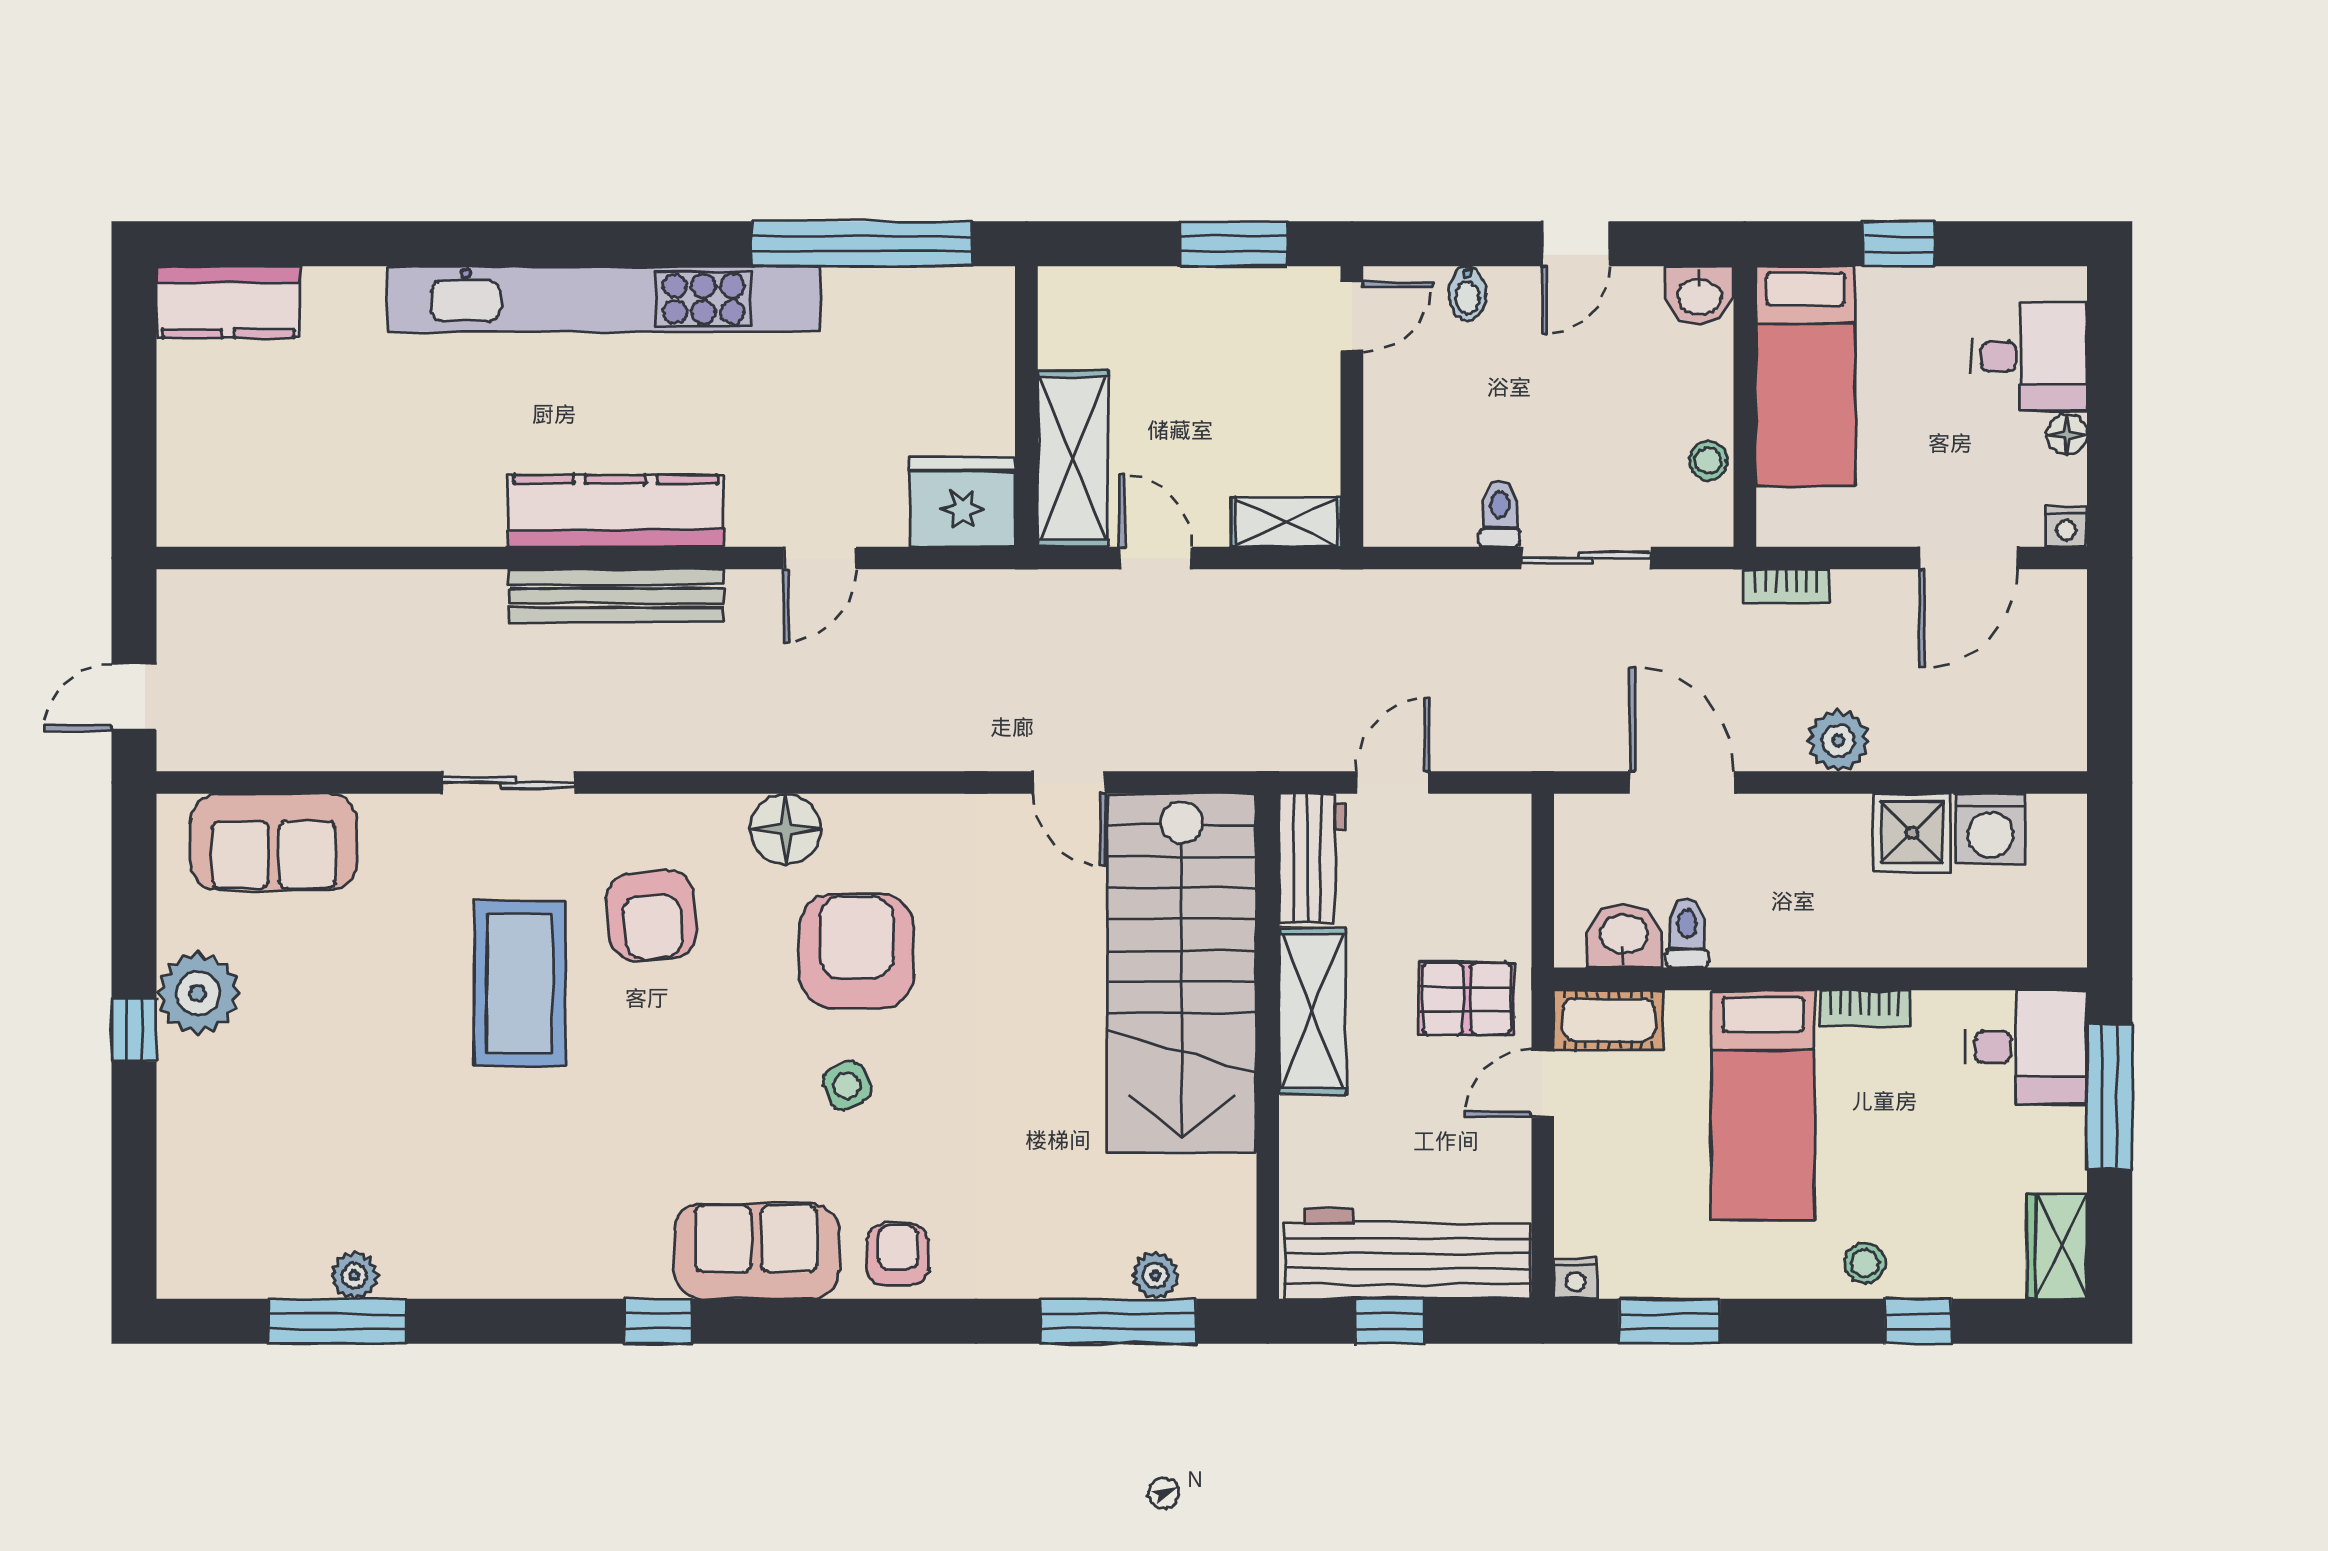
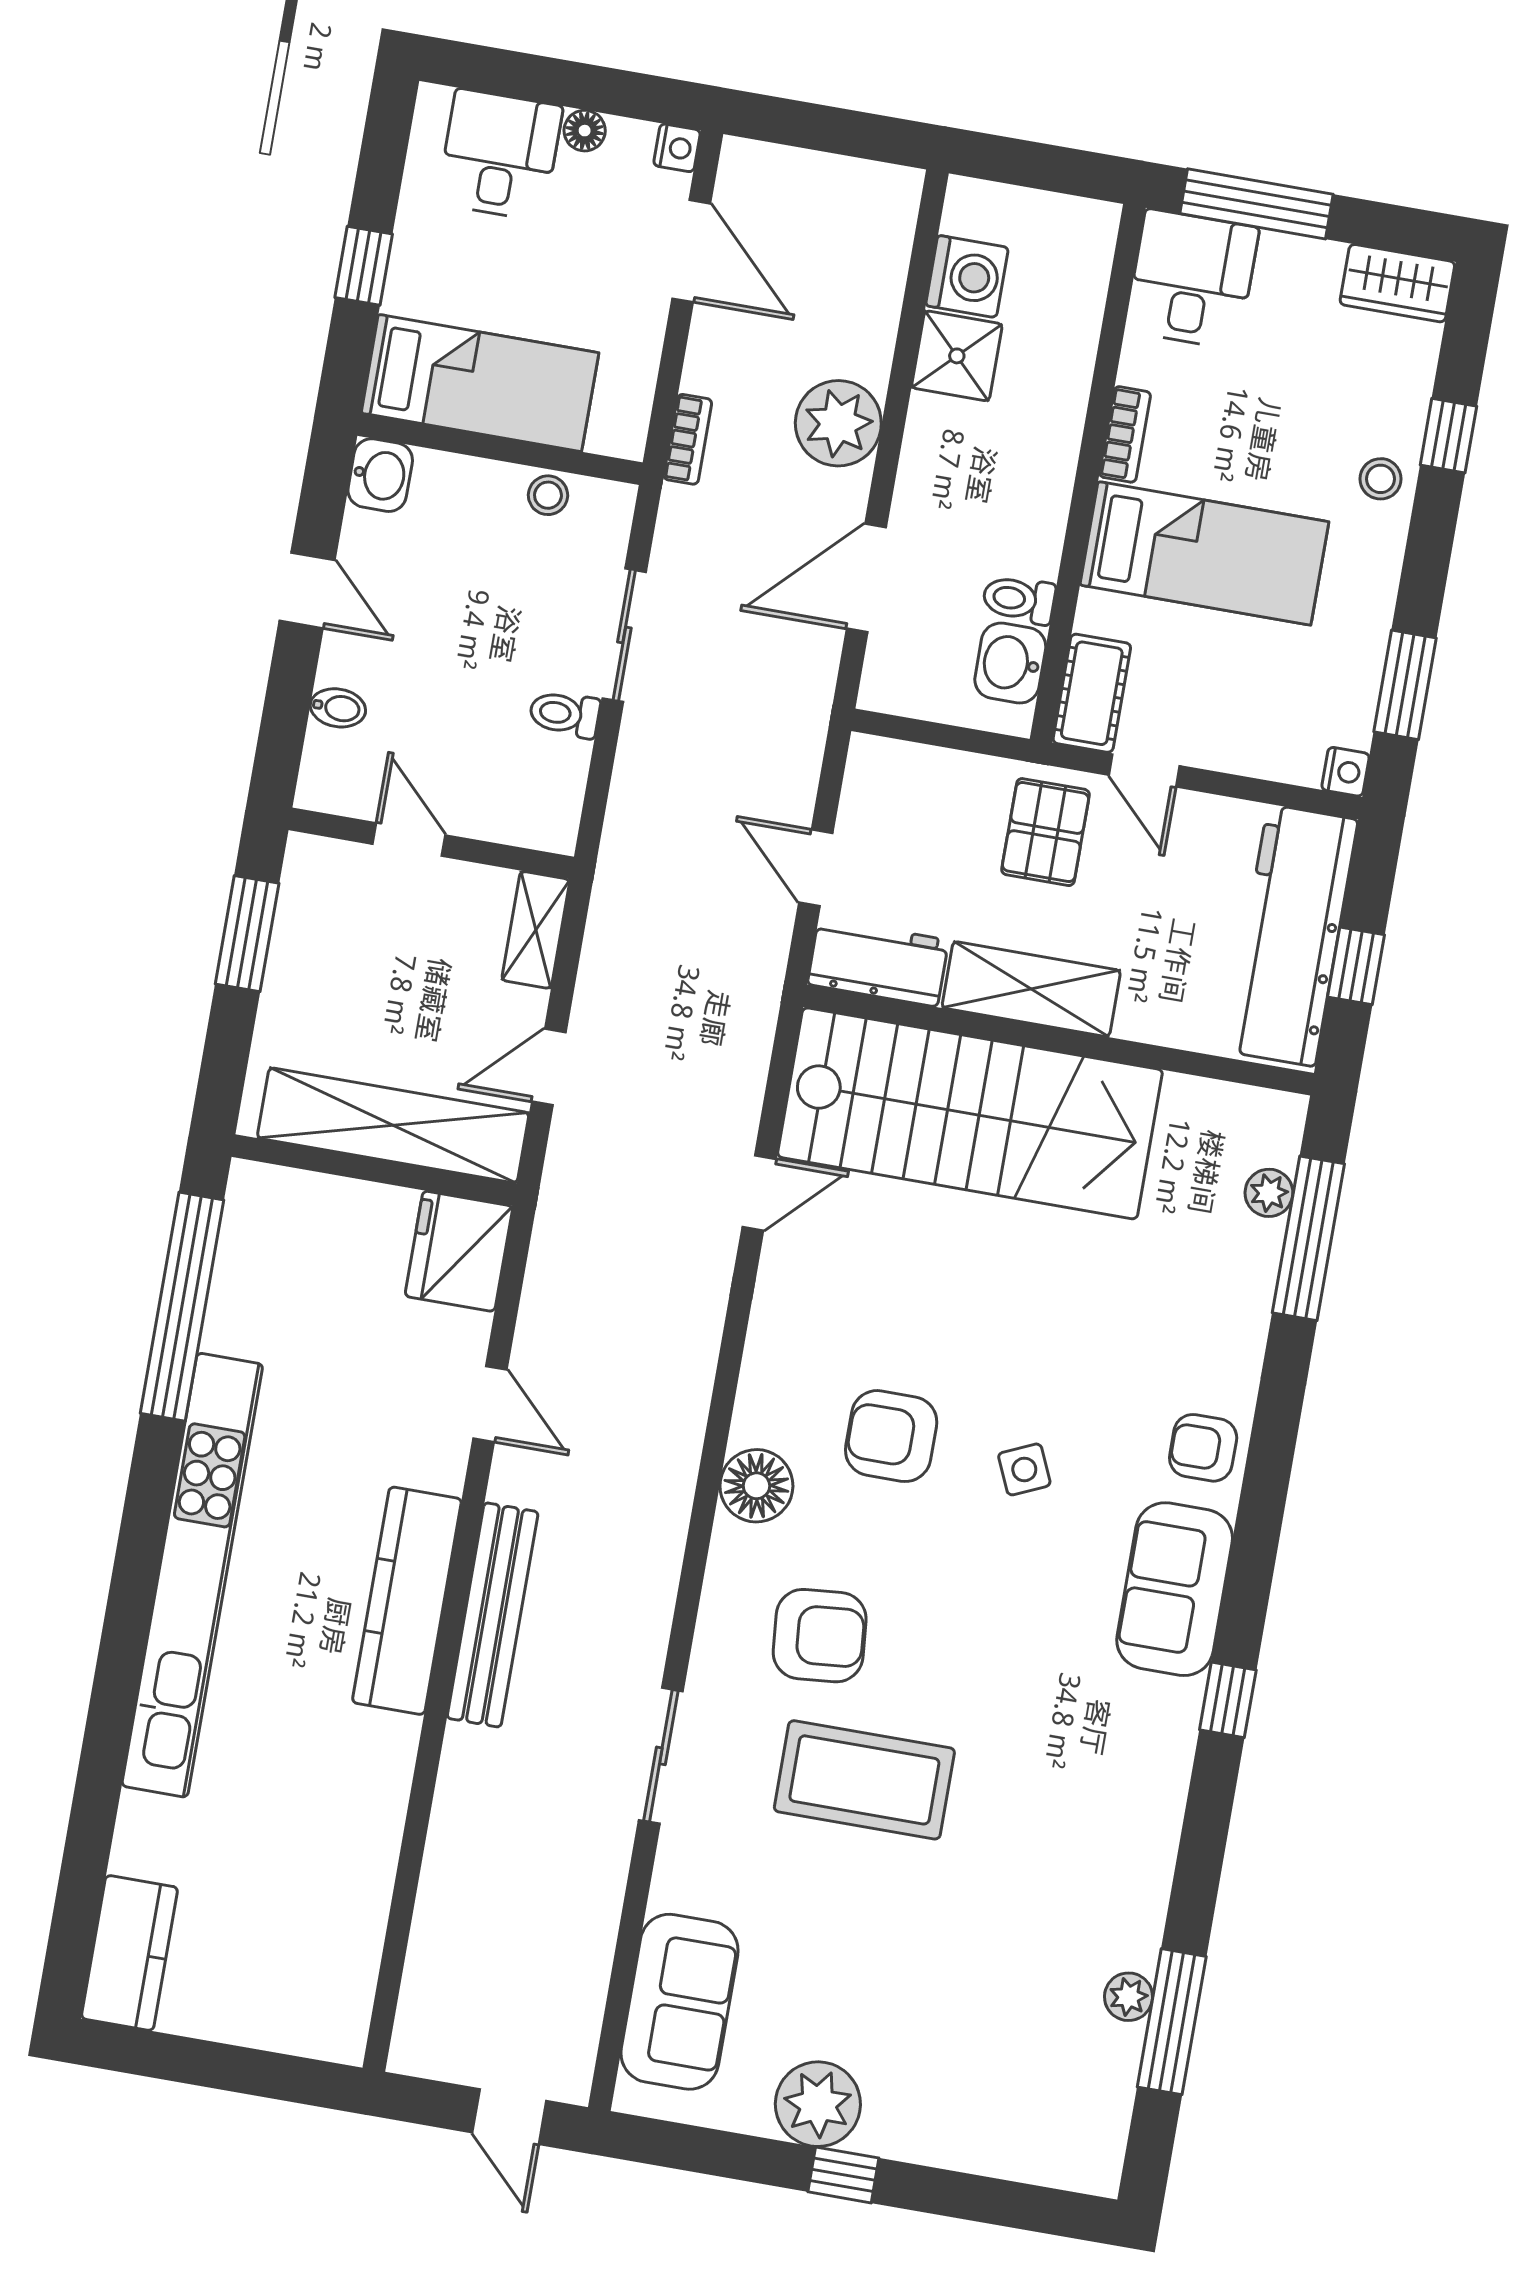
door: (1352, 317) -> (409, 840), moved
shelving: (1073, 458) -> (393, 1125), width x1.47
plant: (1838, 740) -> (838, 423), width x1.36, depth x1.36
armchair: (857, 951) -> (891, 1436), width x0.73, depth x0.73

